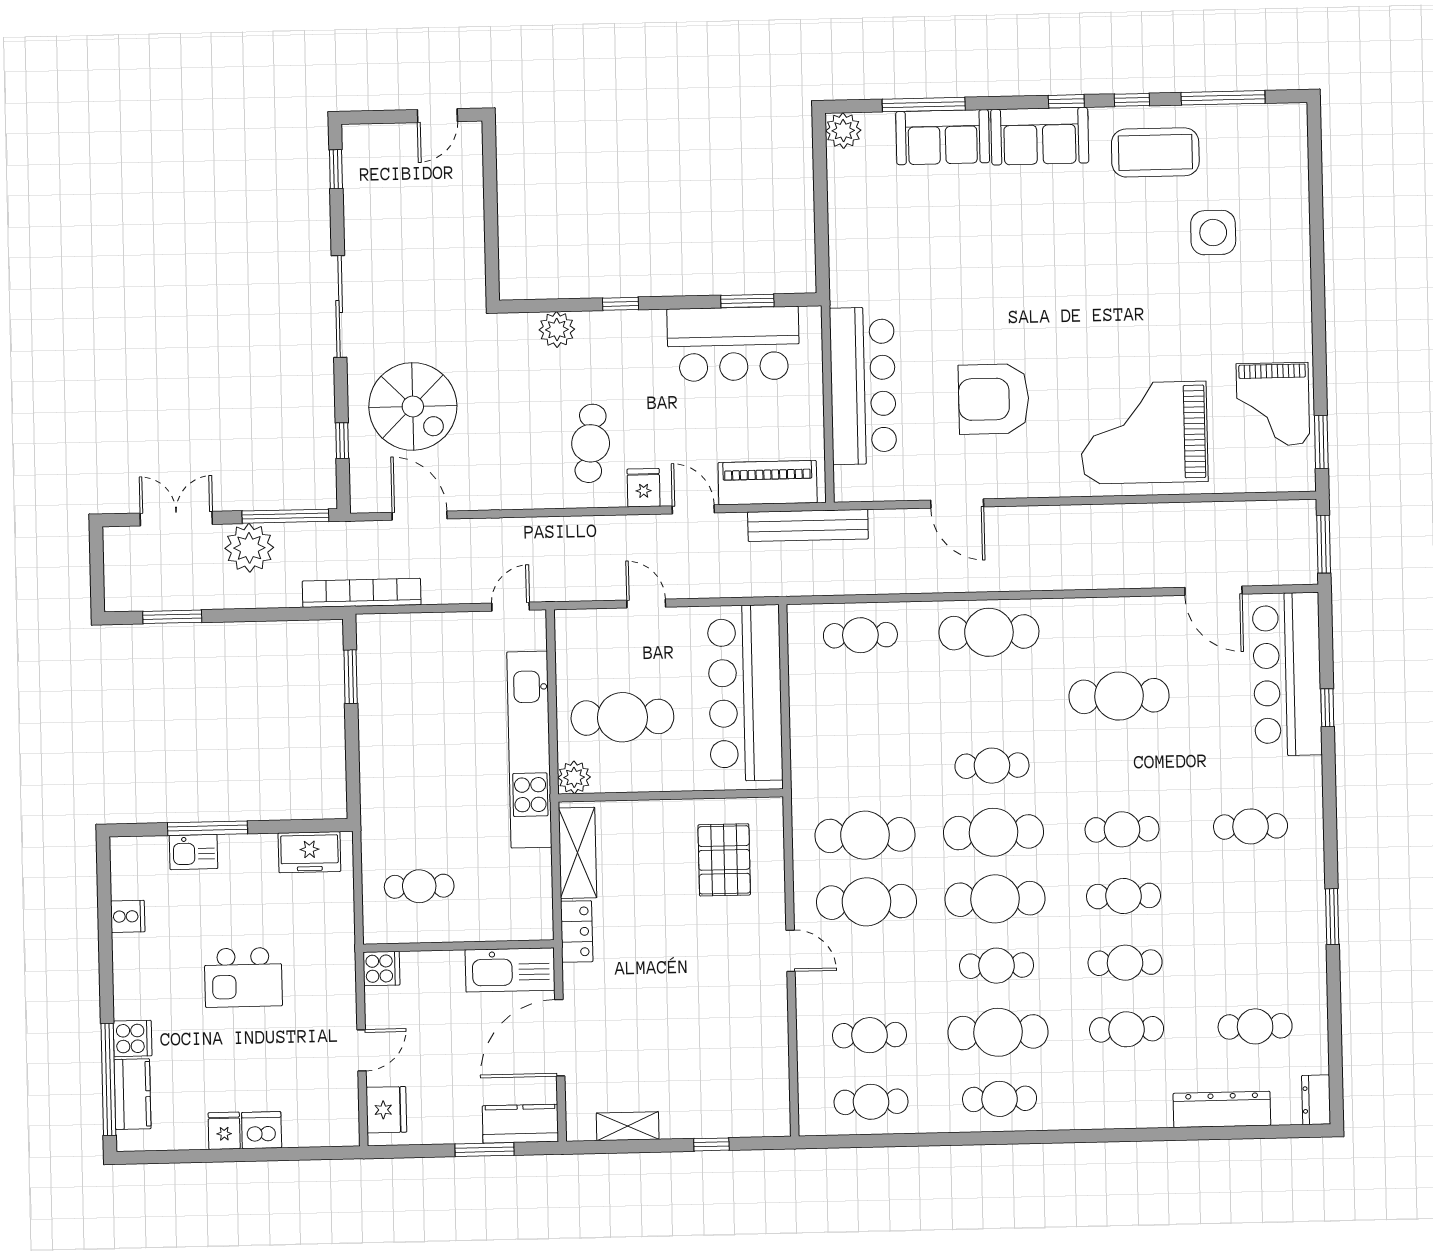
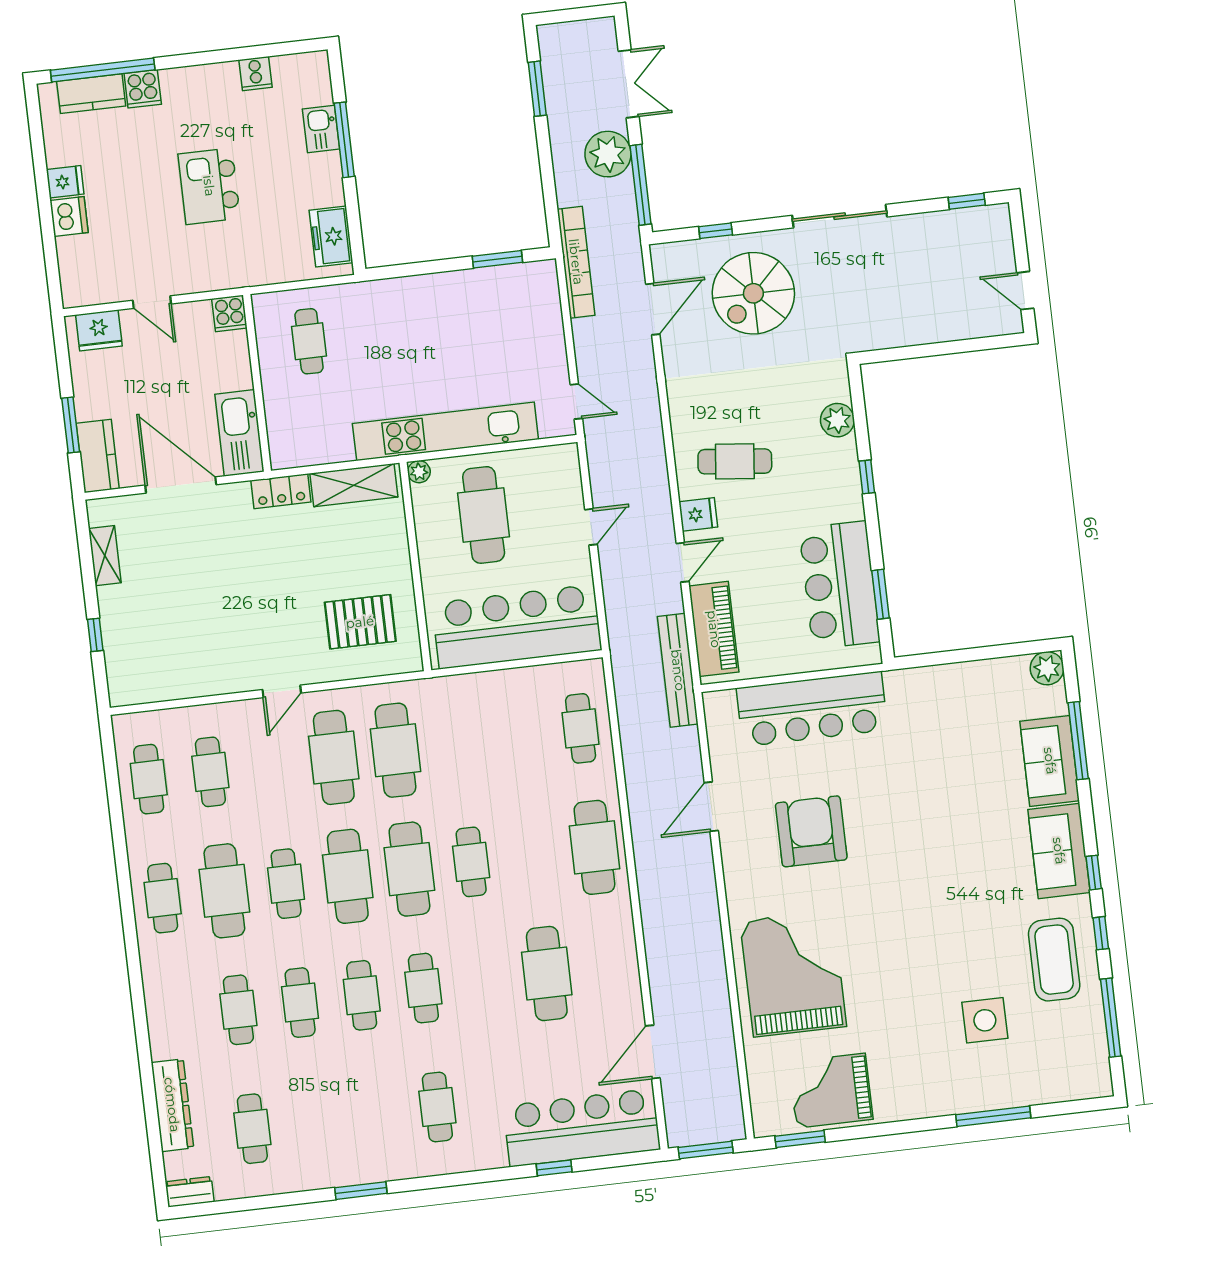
window: (1317, 233) -> (993, 1116), added
plant: (574, 777) -> (419, 472), width x0.73, depth x0.73

